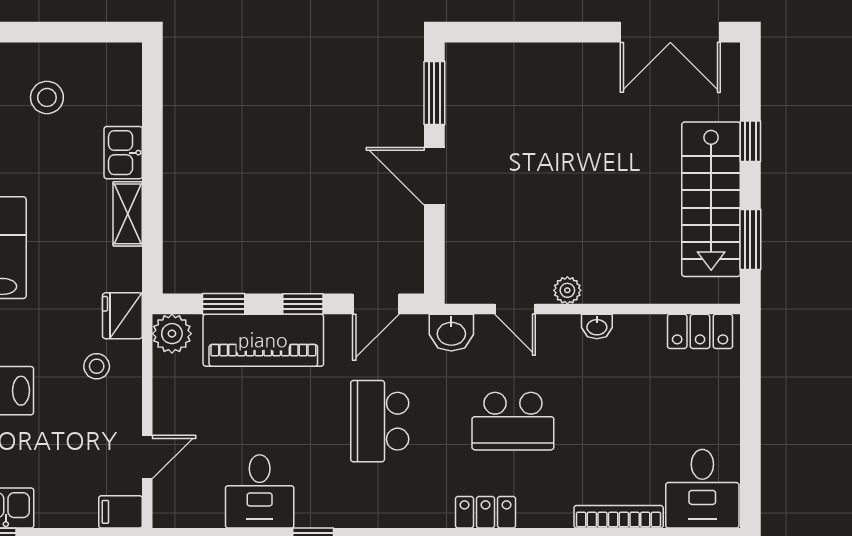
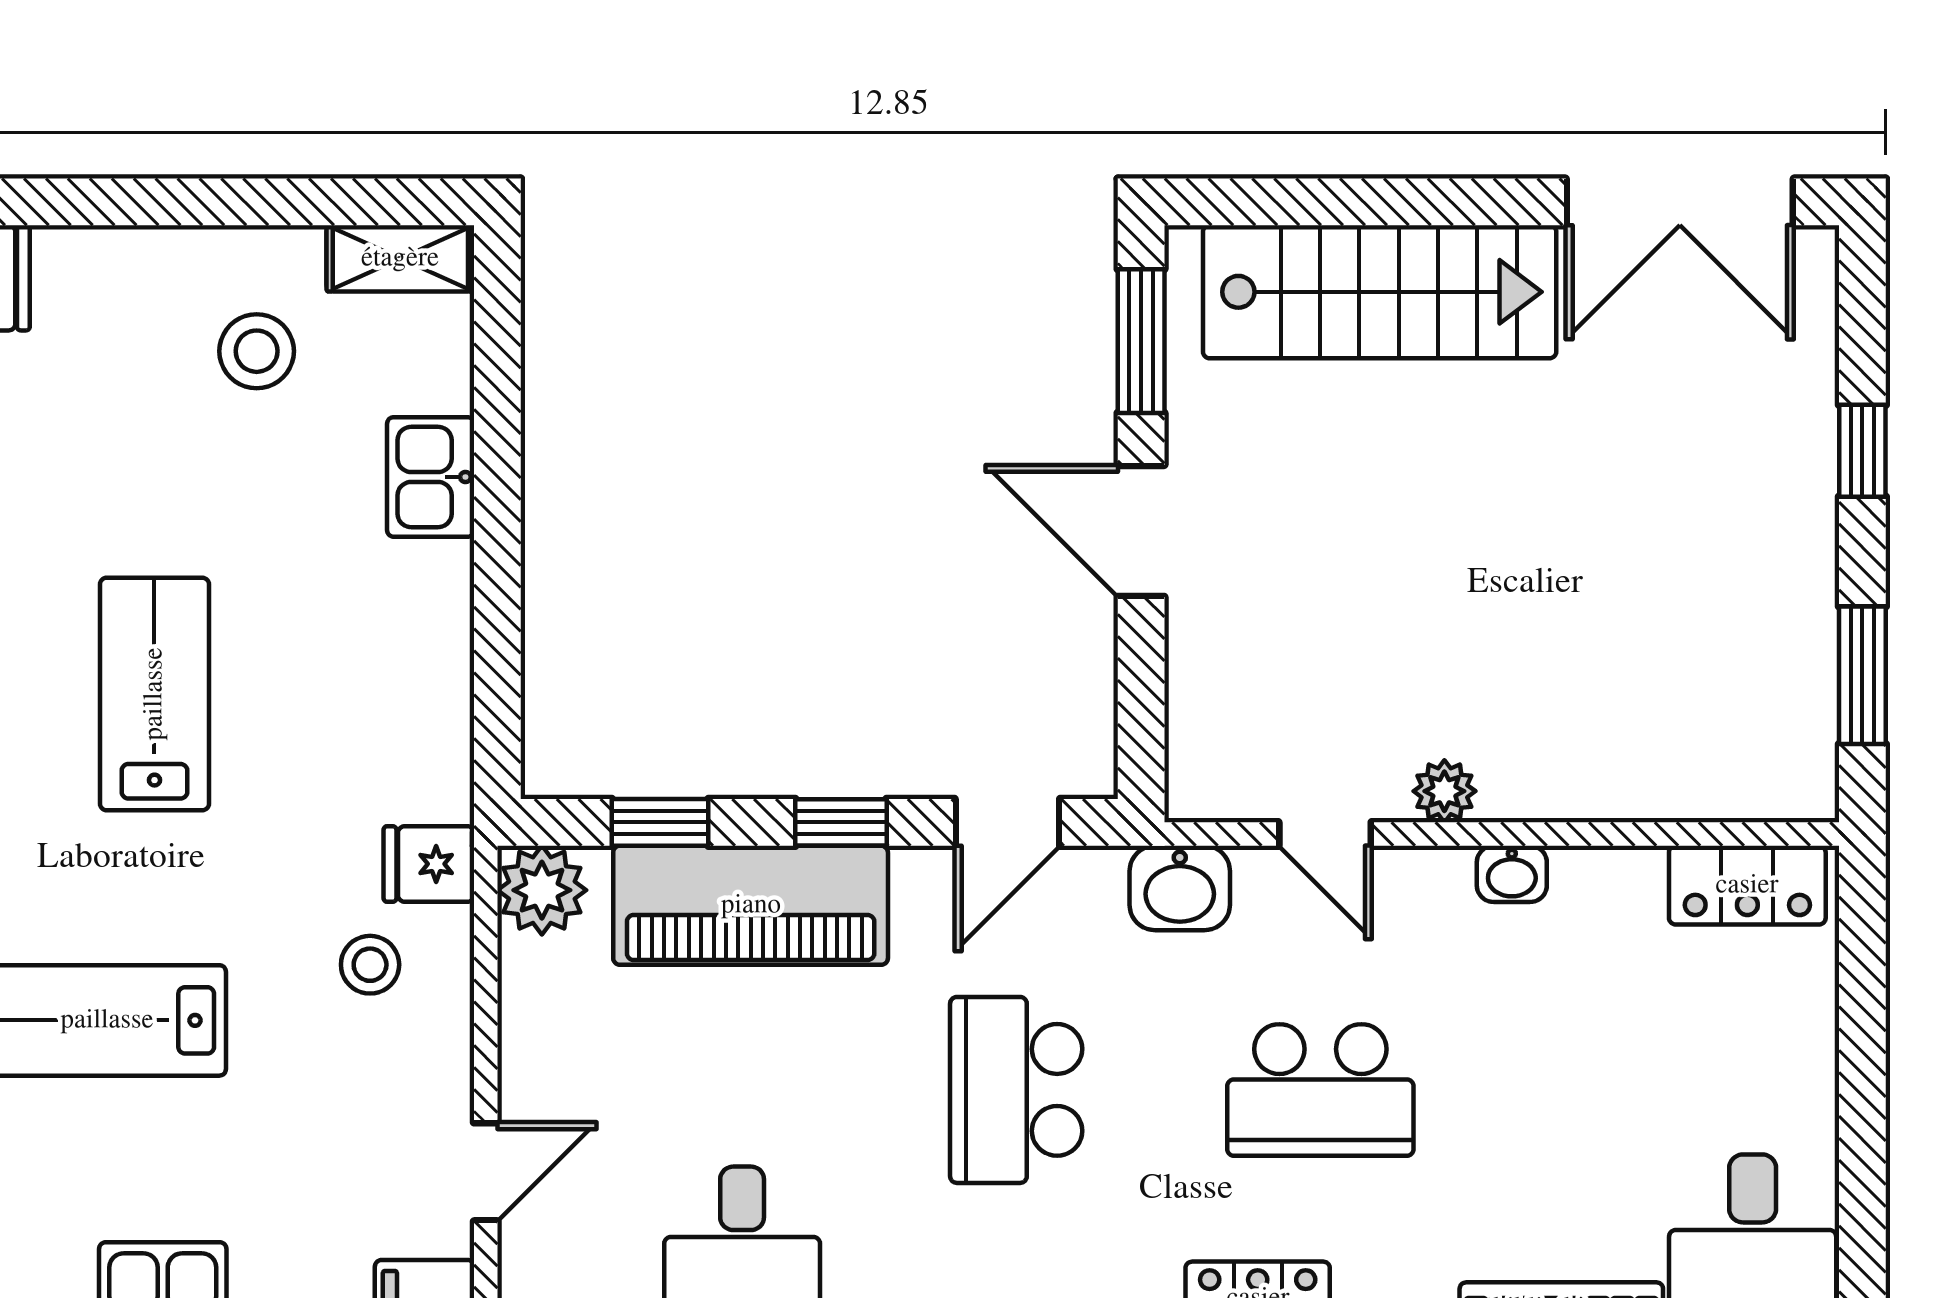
stairs: (711, 199) -> (1380, 292), moved, turned -90
shelving: (128, 214) -> (400, 258), moved, turned 90
fridge: (122, 316) -> (429, 864), width x0.72

